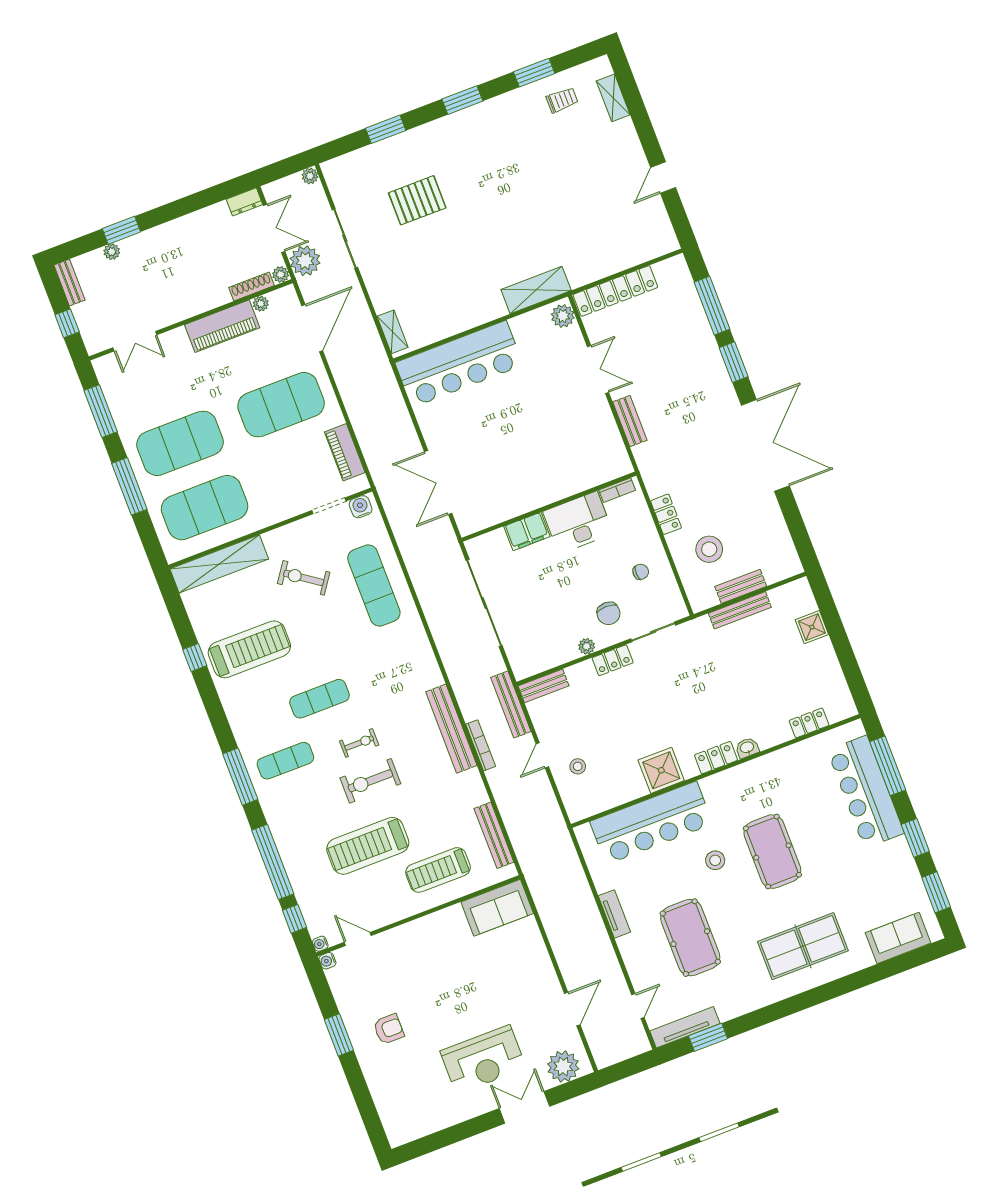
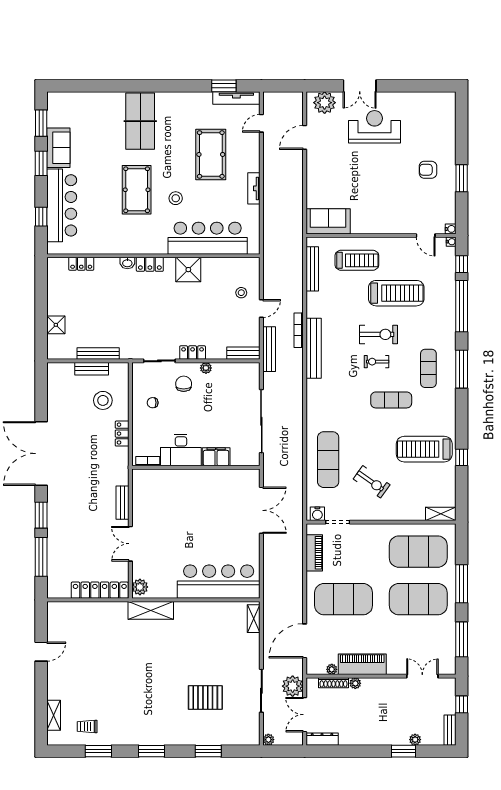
dresser: (244, 202) -> (322, 739), width x1.44
plant: (281, 274) -> (355, 683), moved
shelving: (219, 564) -> (441, 514), width x0.45, depth x0.75
exercise mat: (285, 761) -> (428, 368), turned 90
window: (888, 766) -> (41, 217), width x0.46
sofa: (898, 938) -> (58, 148), moved, turned -90
table tennis table: (803, 946) -> (140, 121), turned 90

